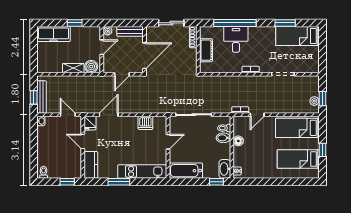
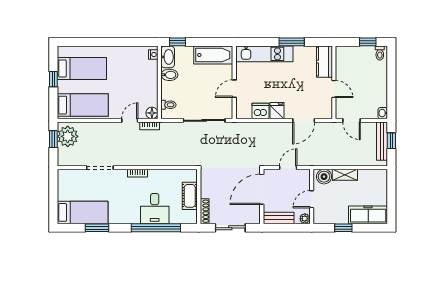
plant: (314, 101) -> (68, 136), width x1.88, depth x1.88
fridge: (90, 123) -> (277, 111), moved
bidet: (223, 138) -> (169, 75), moved
floor lamp: (238, 141) -> (152, 113), moved
window: (67, 182) -> (368, 42), moved

